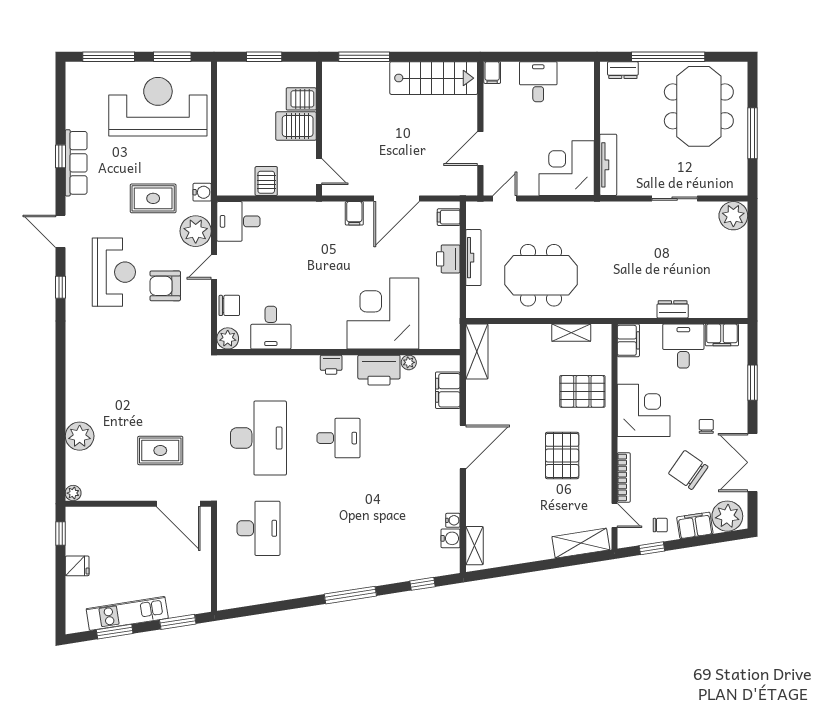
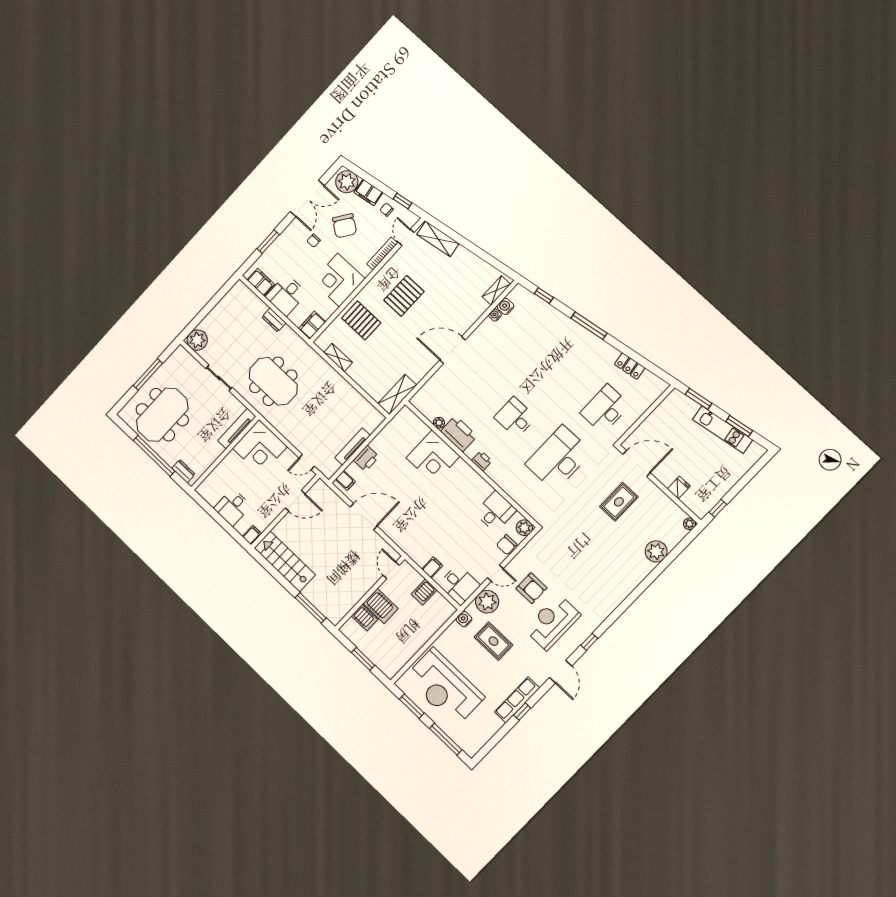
filing cabinet: (354, 213) -> (432, 567), moved
meeting table: (541, 275) -> (273, 381), moved
chair: (229, 305) -> (507, 545), turned -90
corner desk: (383, 314) -> (433, 457), width x0.74, depth x0.74
filing cabinet: (448, 390) -> (432, 388), removed
rug: (160, 450) -> (619, 502), turned 90
door: (178, 504) -> (637, 464), hinge flipped
fridge: (77, 566) -> (679, 488), moved, turned 90
locker: (274, 592) -> (630, 366), added

